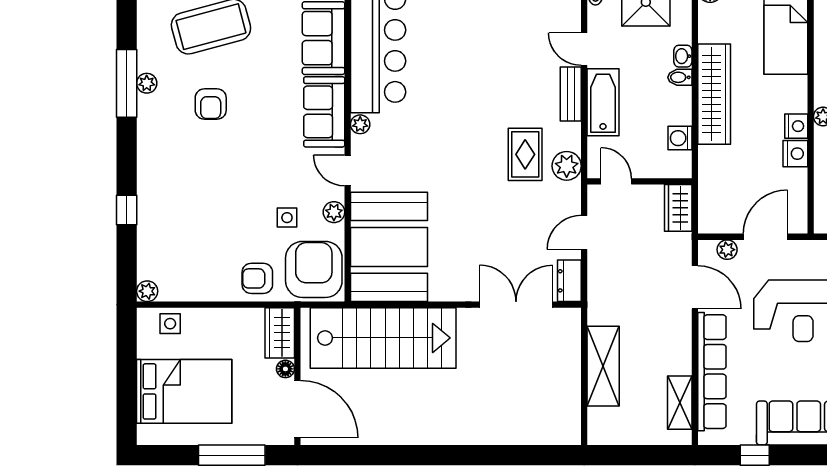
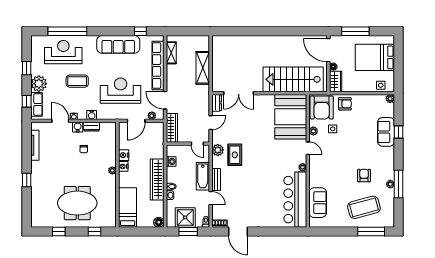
sofa: (324, 112) -> (386, 132), moved, turned 180
wardrobe: (678, 208) -> (172, 128), width x1.50

